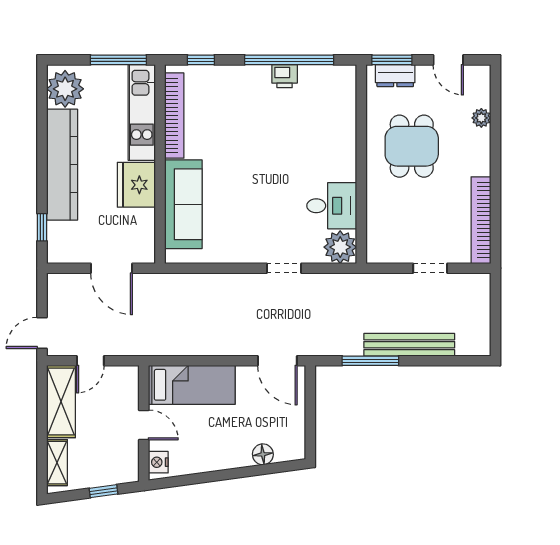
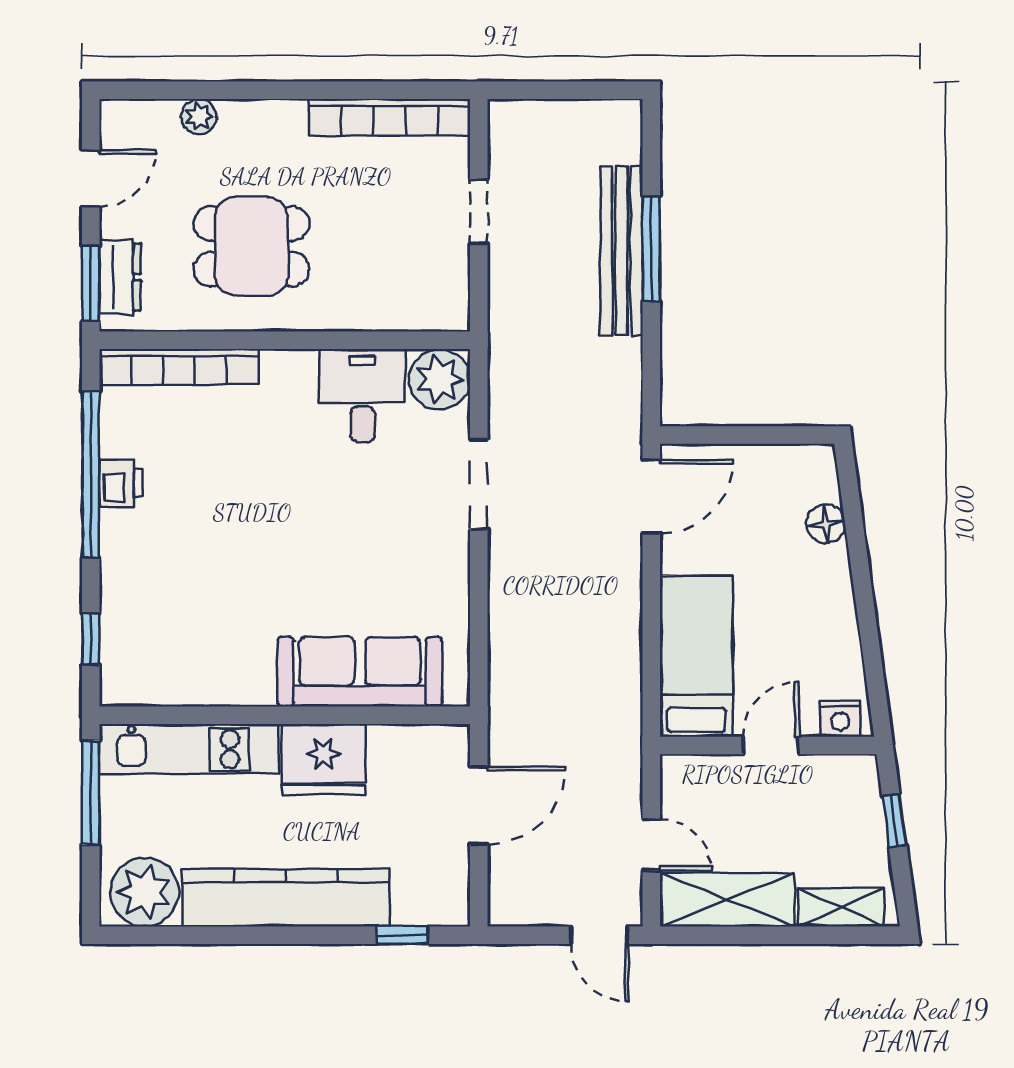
bookcase: (174, 116) -> (179, 367), moved, turned 180
doorway: (284, 268) -> (479, 484), width x1.38
window: (370, 361) -> (651, 249), moved

